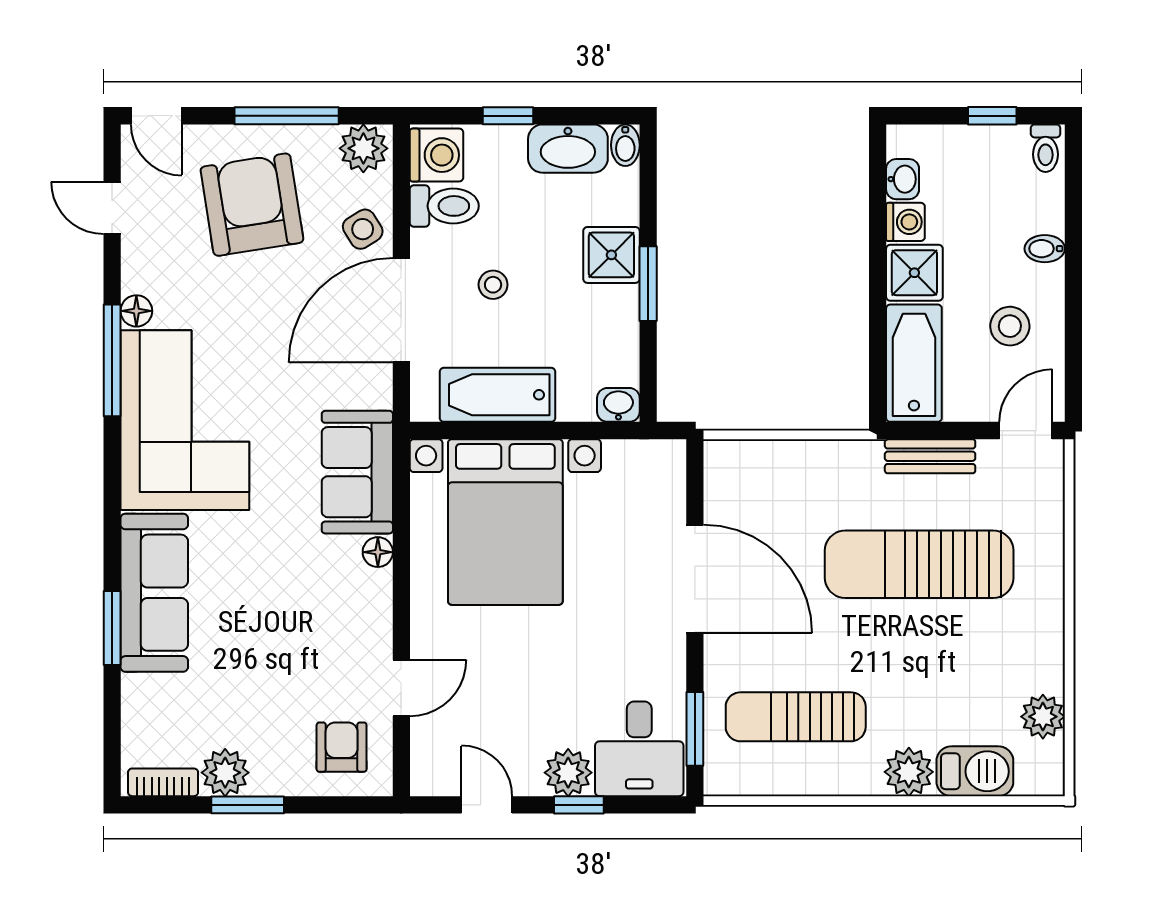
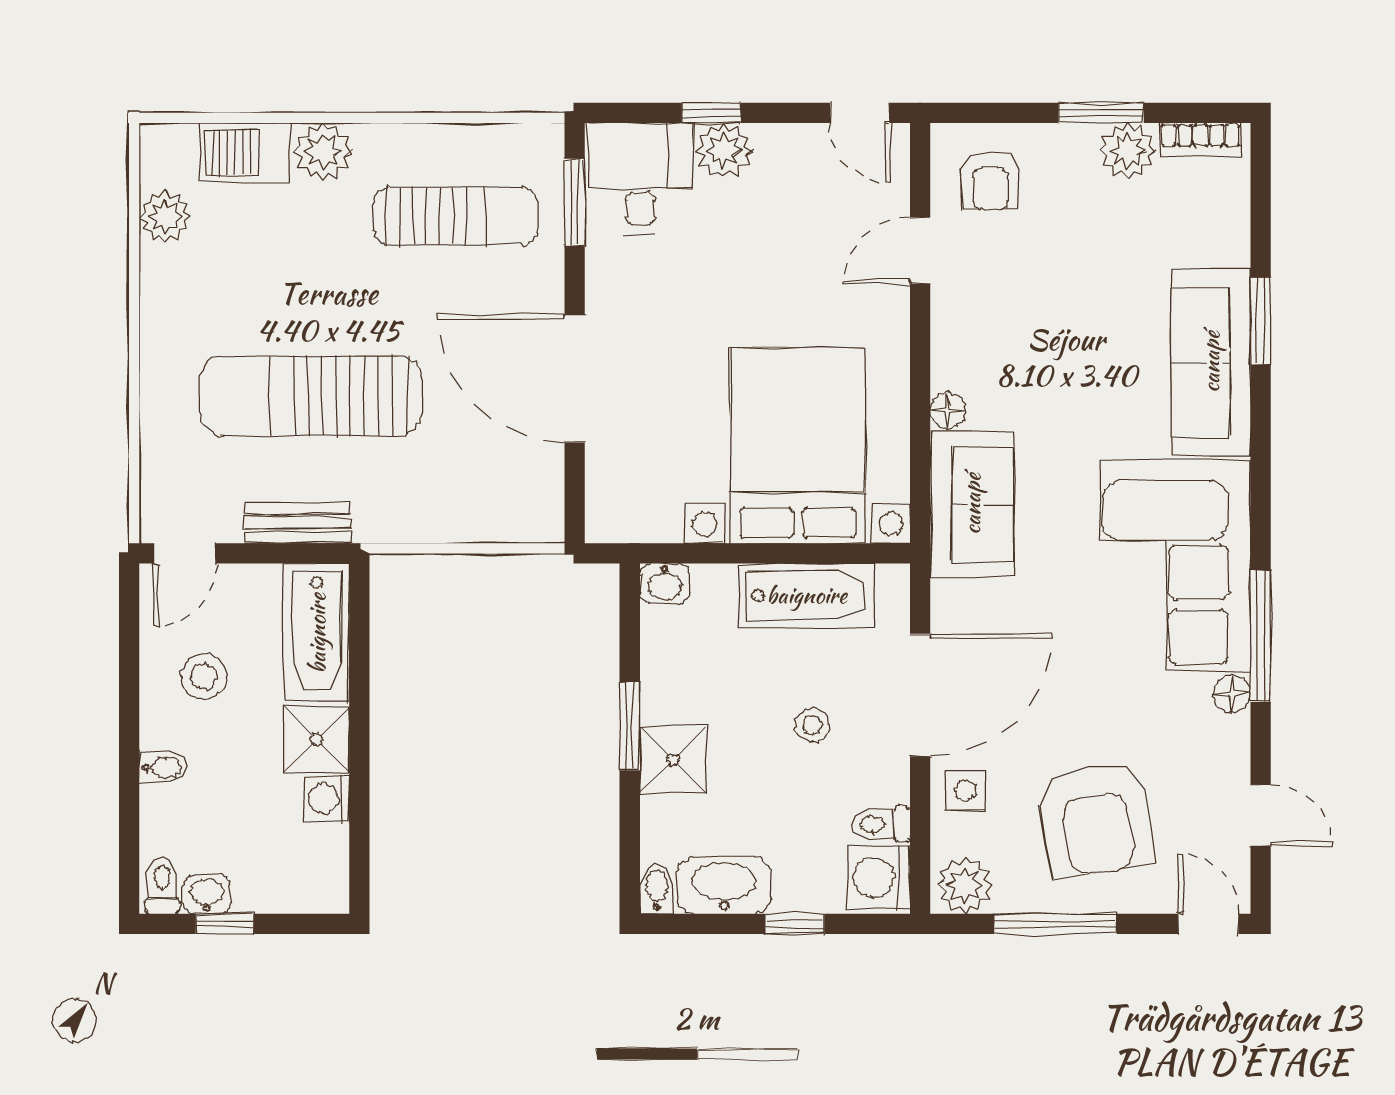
washbasin: (903, 179) -> (207, 895), moved, turned 90
toilet: (444, 206) -> (881, 824), width x0.73, depth x0.72
side table: (363, 229) -> (966, 790), turned 32
sun lounger: (919, 564) -> (311, 396), turned 180
door: (487, 805) -> (860, 113), moved

